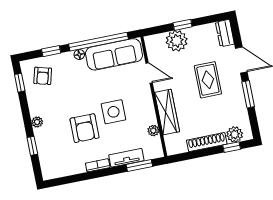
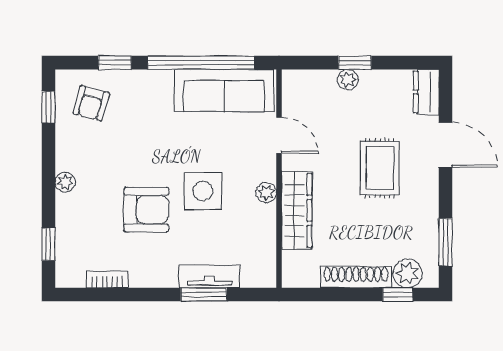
plant: (177, 41) -> (348, 80), width x0.53, depth x0.53
floor lamp: (79, 54) -> (163, 78), removed
window: (248, 94) -> (446, 242), moved
armchair: (85, 128) -> (146, 210), turned -90
plant: (153, 131) -> (266, 193), moved
window: (32, 146) -> (48, 244), moved
bookcase: (98, 165) -> (107, 280), moved
window: (139, 165) -> (204, 295), moved

